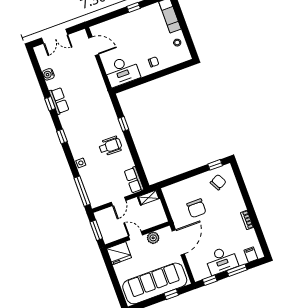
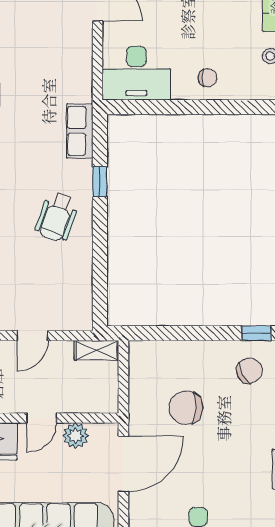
wheelchair: (110, 146) -> (57, 217), turned 108
row of seats: (134, 180) -> (80, 131), moved
chair: (196, 208) -> (186, 408), turned 93
door: (136, 236) -> (41, 418), swing flipped

